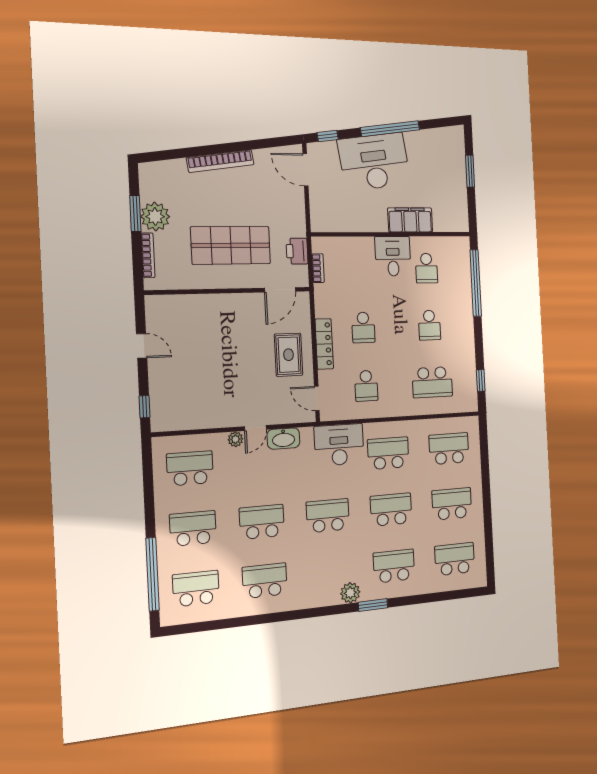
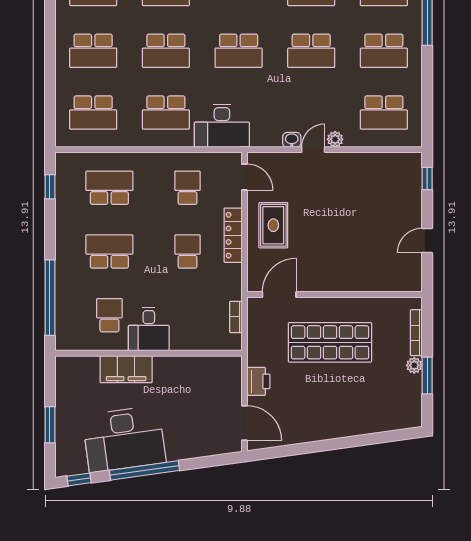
window: (328, 136) -> (79, 479), moved
bookcase: (220, 161) -> (337, 431), removed
desk: (374, 162) -> (124, 439), moved
plant: (155, 217) -> (414, 365), width x0.53, depth x0.53
printer: (297, 251) -> (258, 381), moved
school desk: (429, 325) -> (109, 251), width x1.85
door: (142, 346) -> (427, 241), hinge flipped
washbasin: (283, 439) -> (292, 140), width x0.52, depth x0.69

